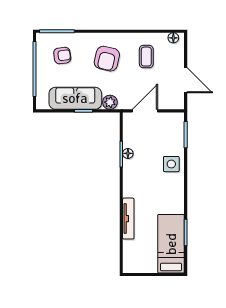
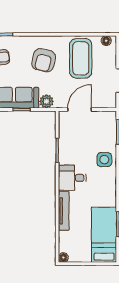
coffee table: (146, 57) -> (81, 58), width x1.86, depth x1.72
floor lamp: (128, 153) -> (63, 258), moved
desk: (137, 183) -> (72, 178), added

